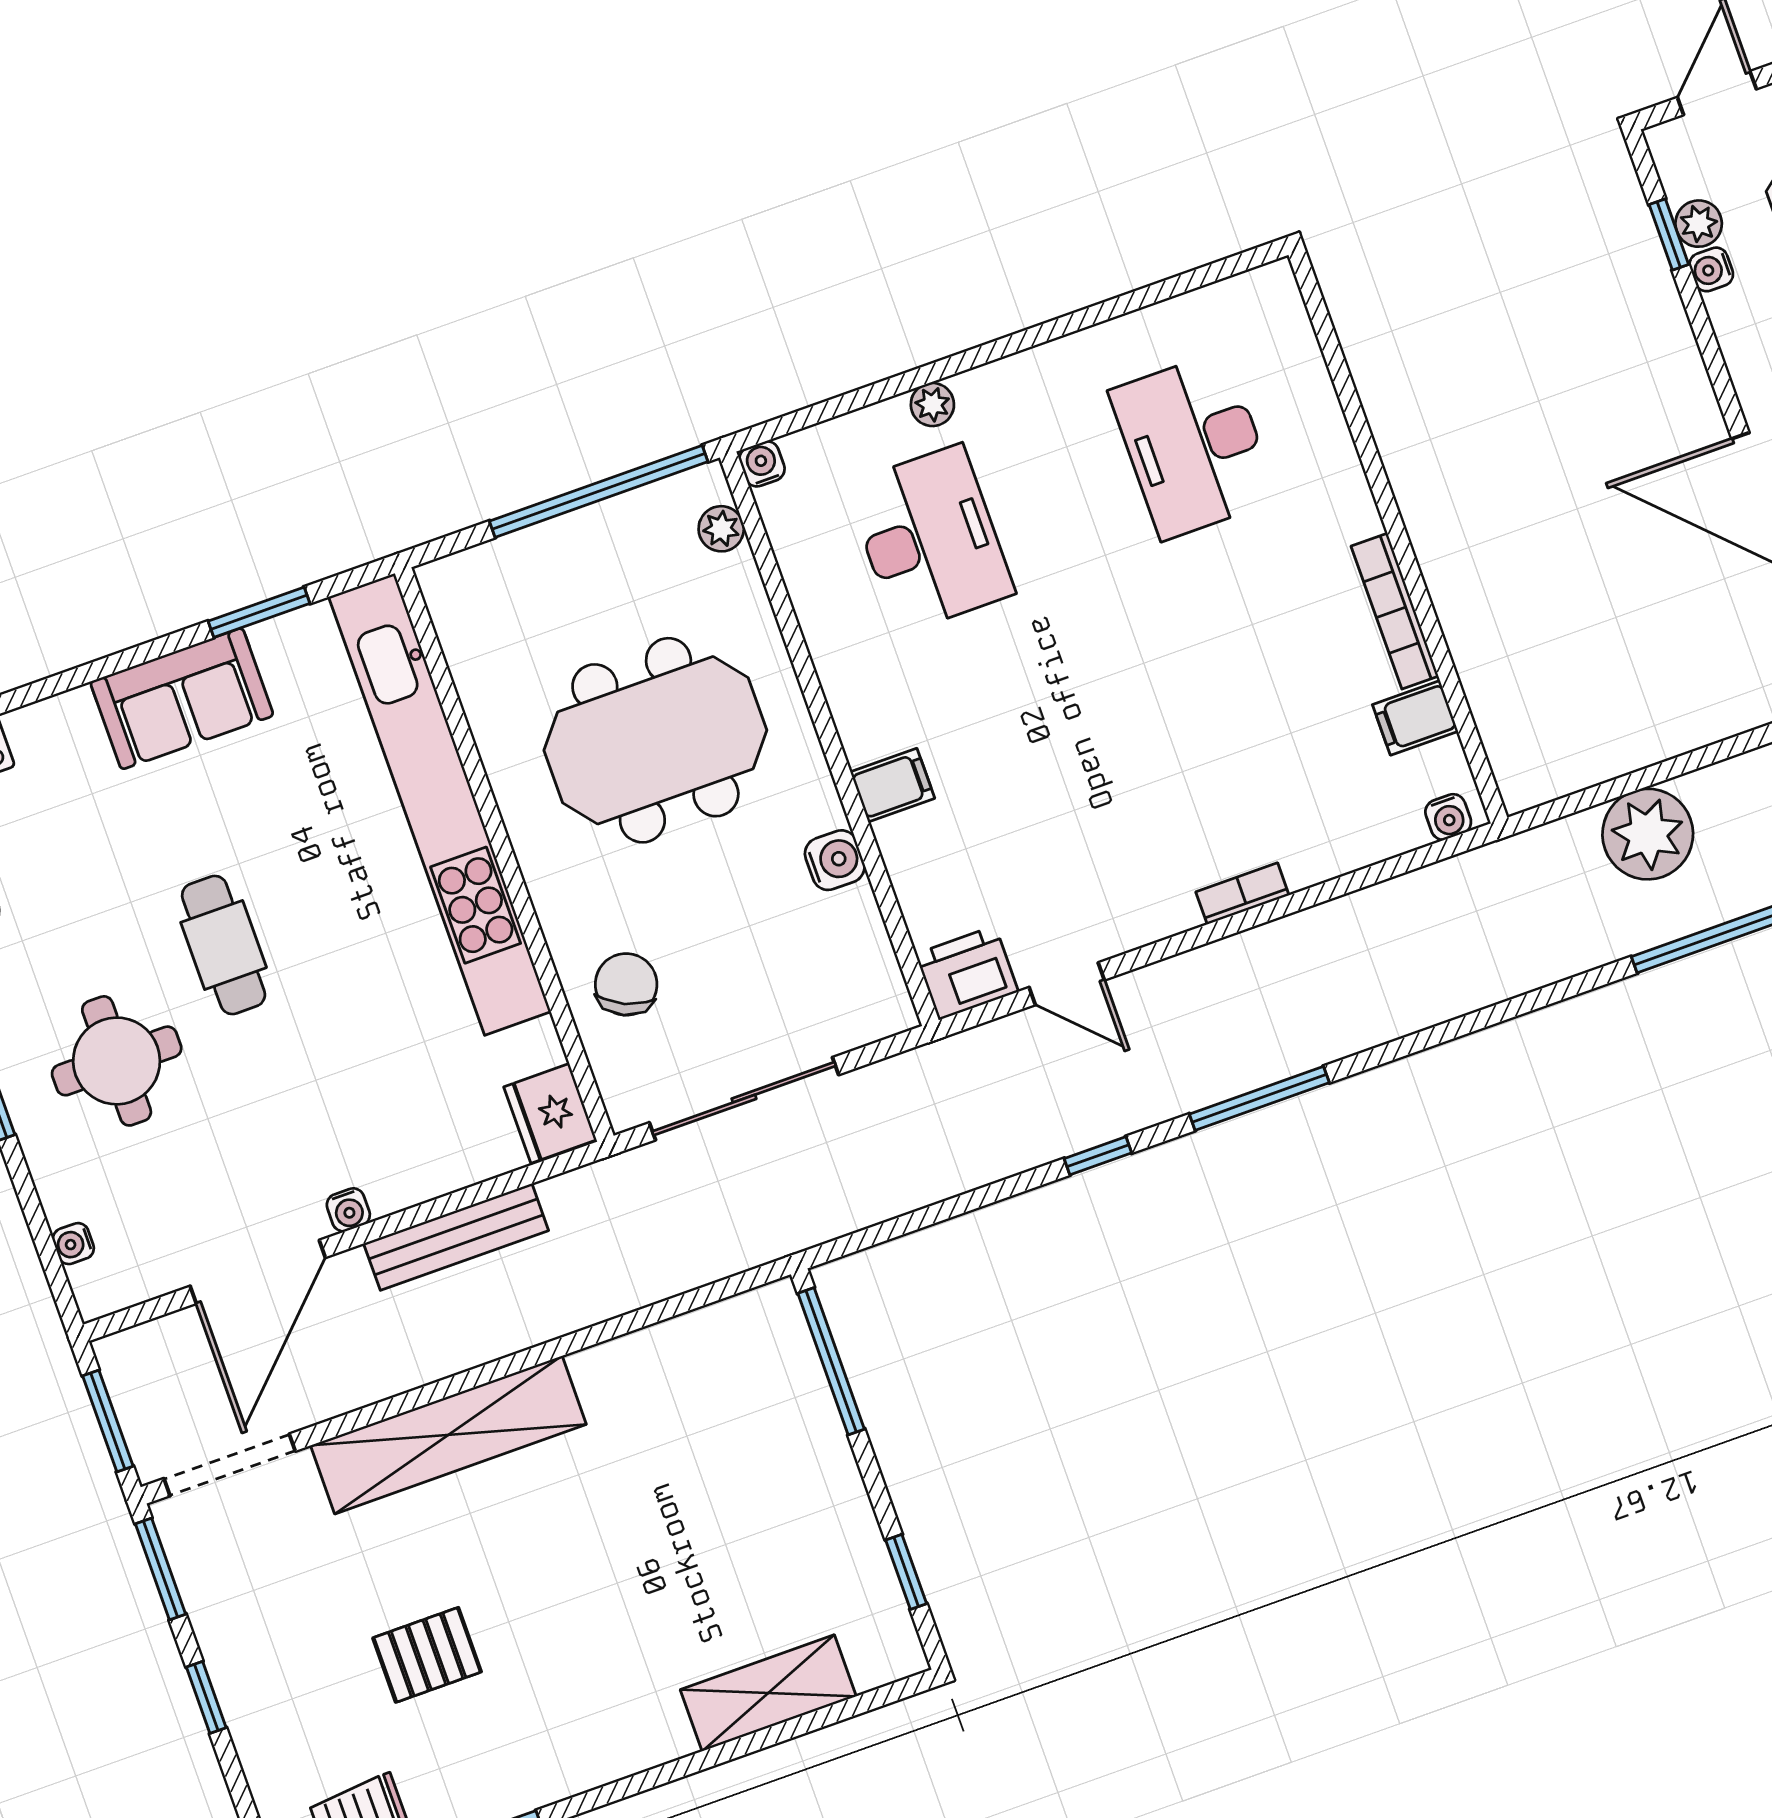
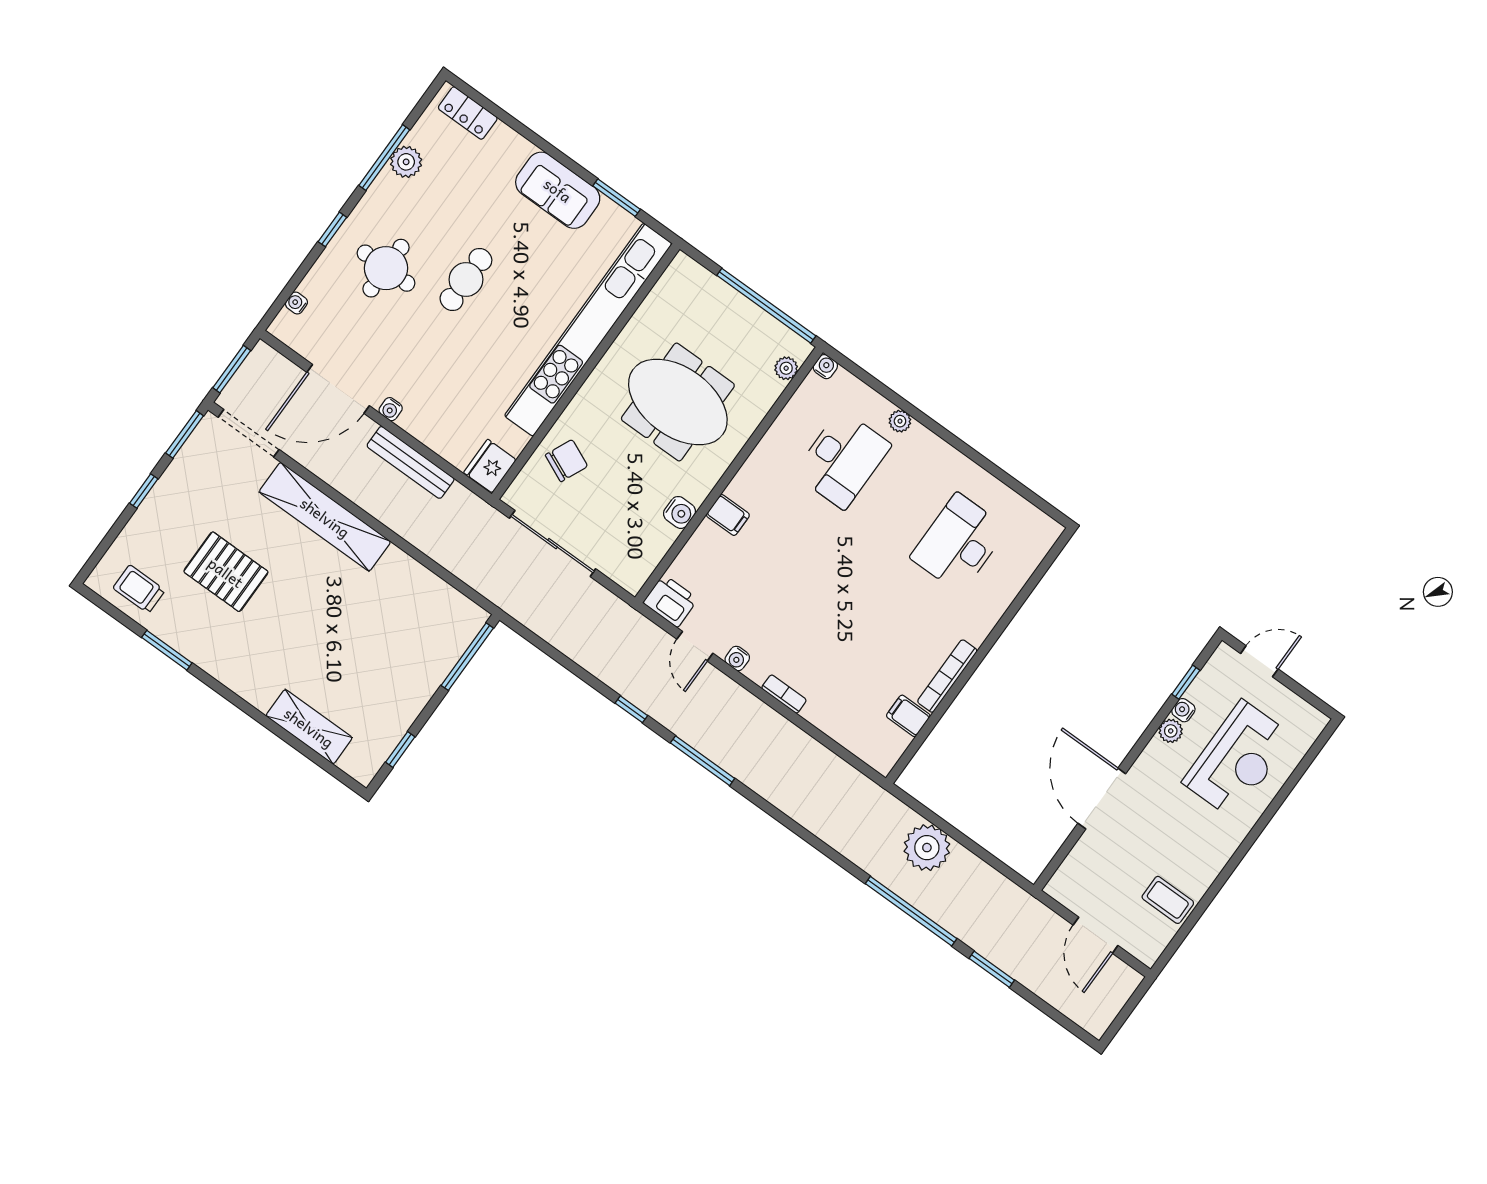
plant: (1699, 224) -> (1171, 731), moved
water cooler: (1448, 817) -> (737, 658), moved
pallet: (427, 1655) -> (226, 572), width x1.50, depth x1.42

